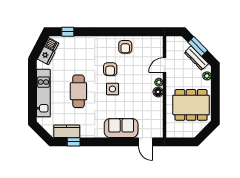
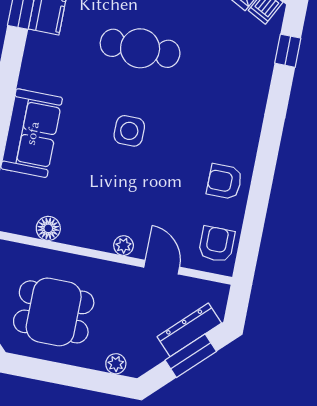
dresser: (196, 58) -> (189, 330), moved
armchair: (110, 69) -> (217, 244), moved, turned 90
floor lamp: (158, 92) -> (48, 228), moved
dining table: (191, 105) -> (54, 312), width x0.73

